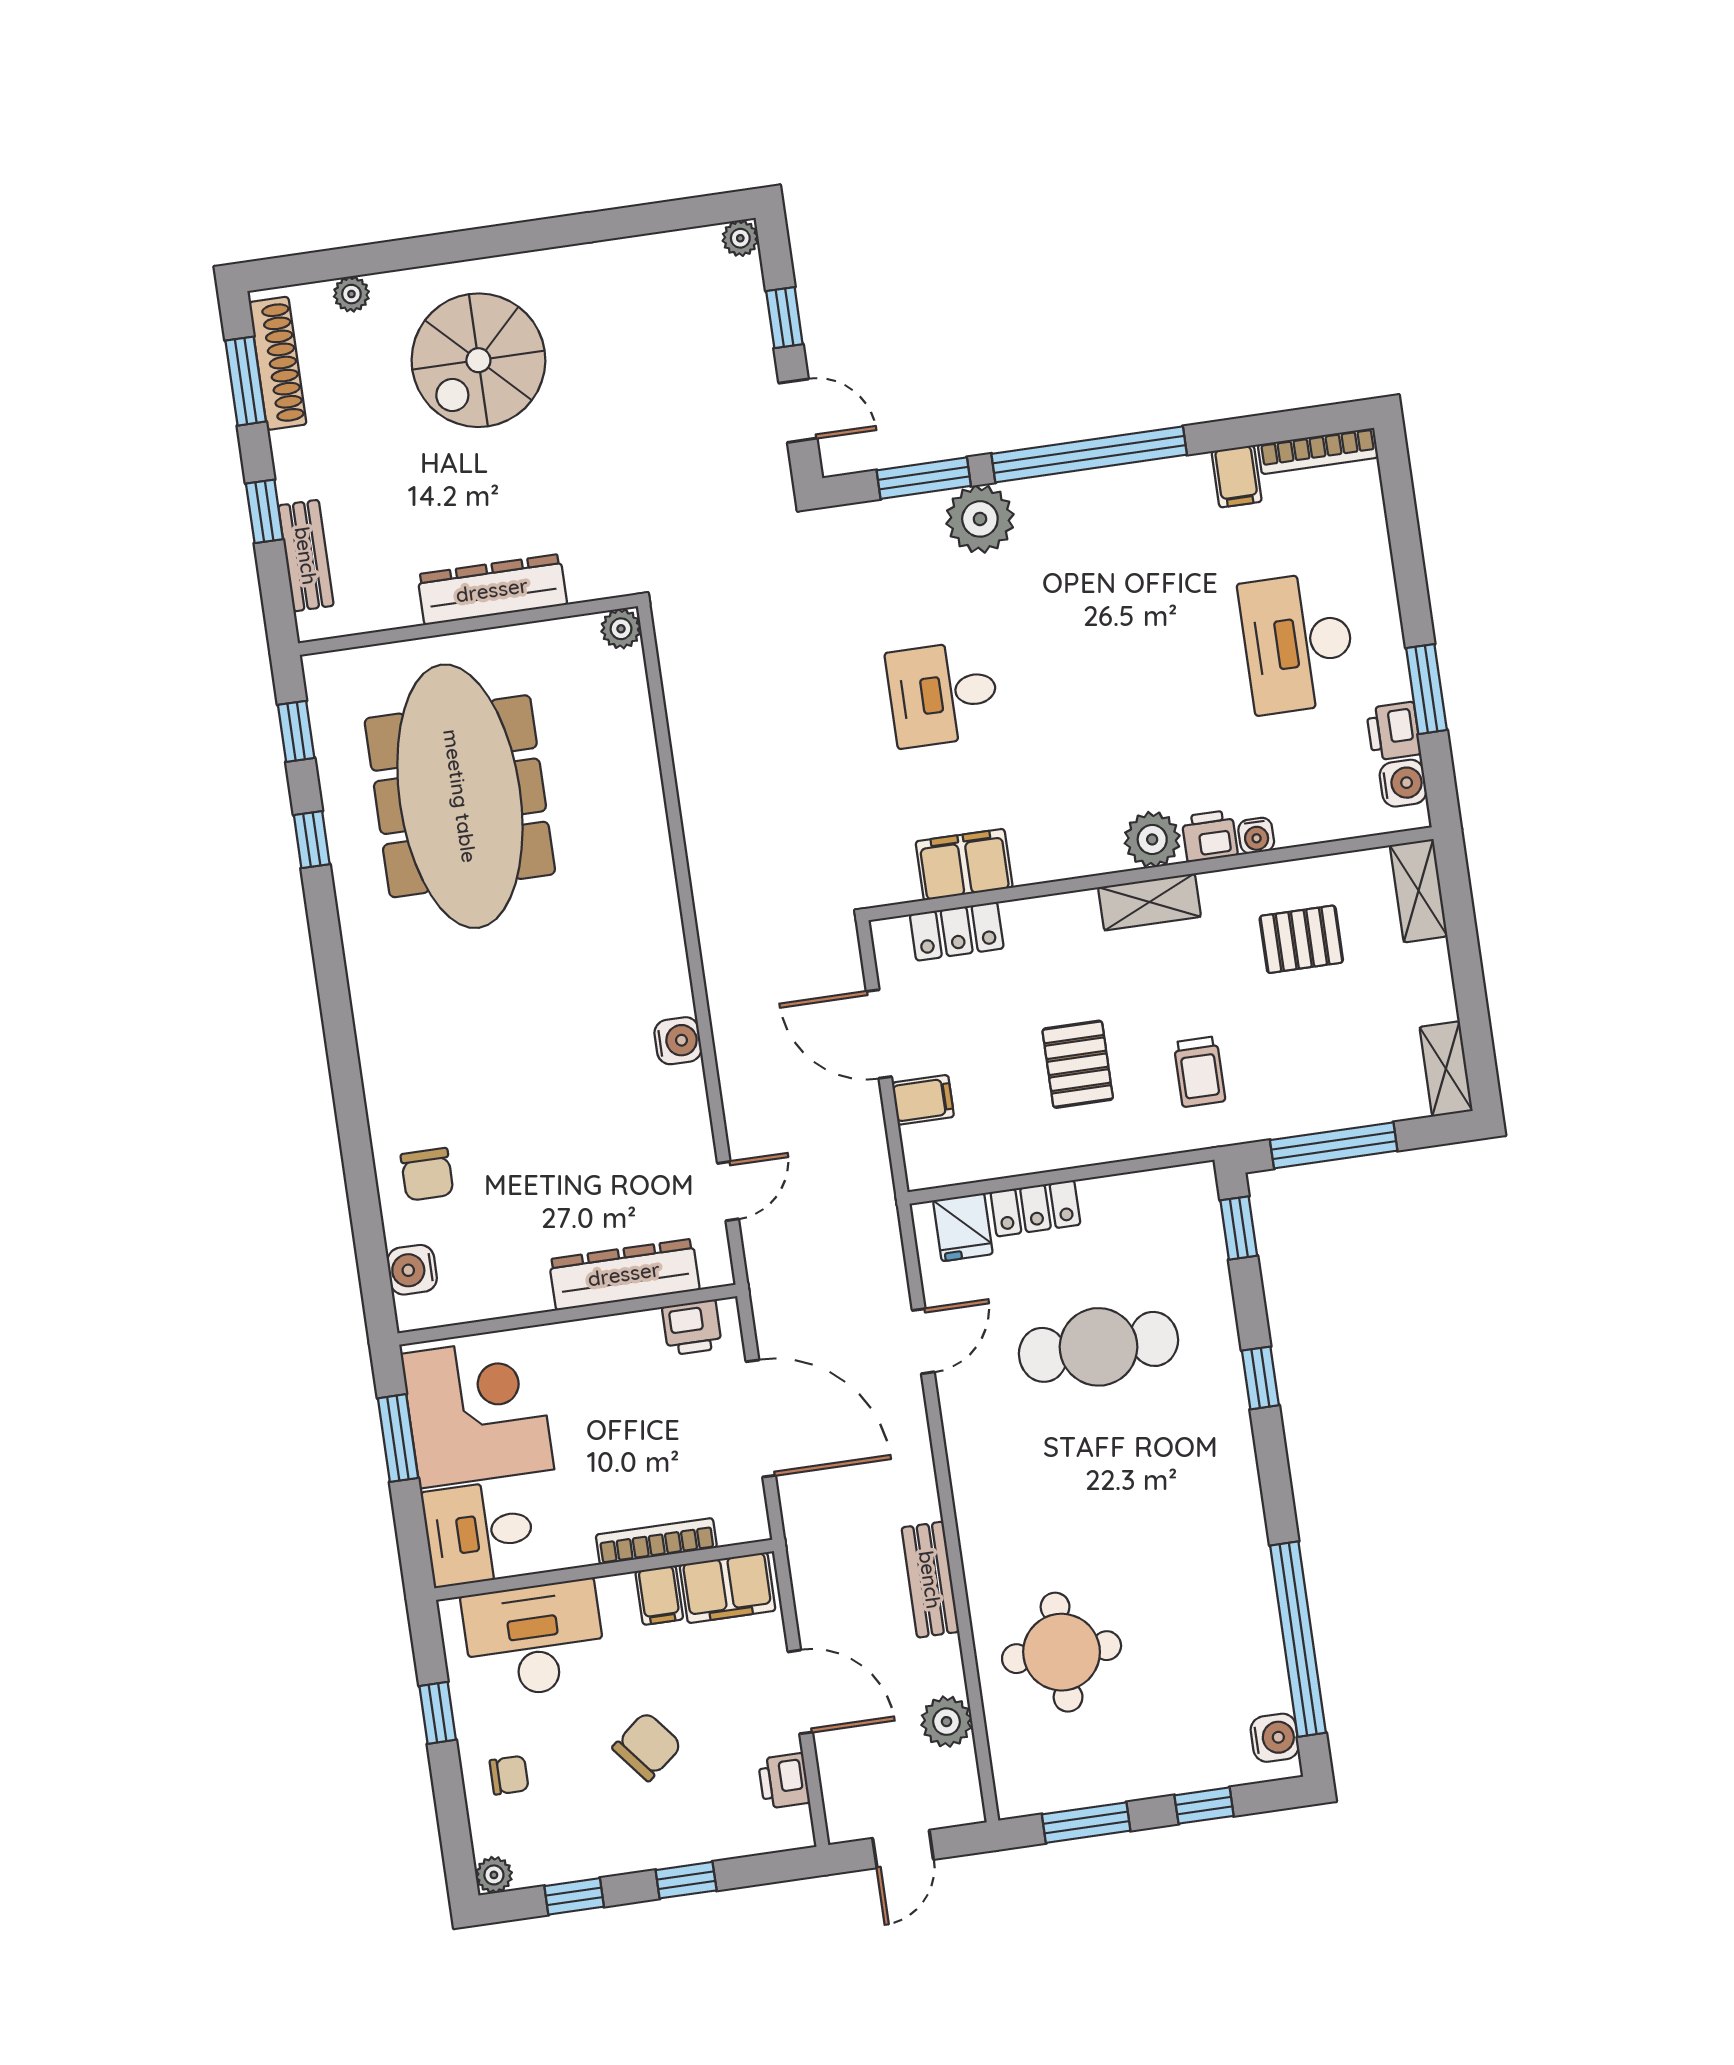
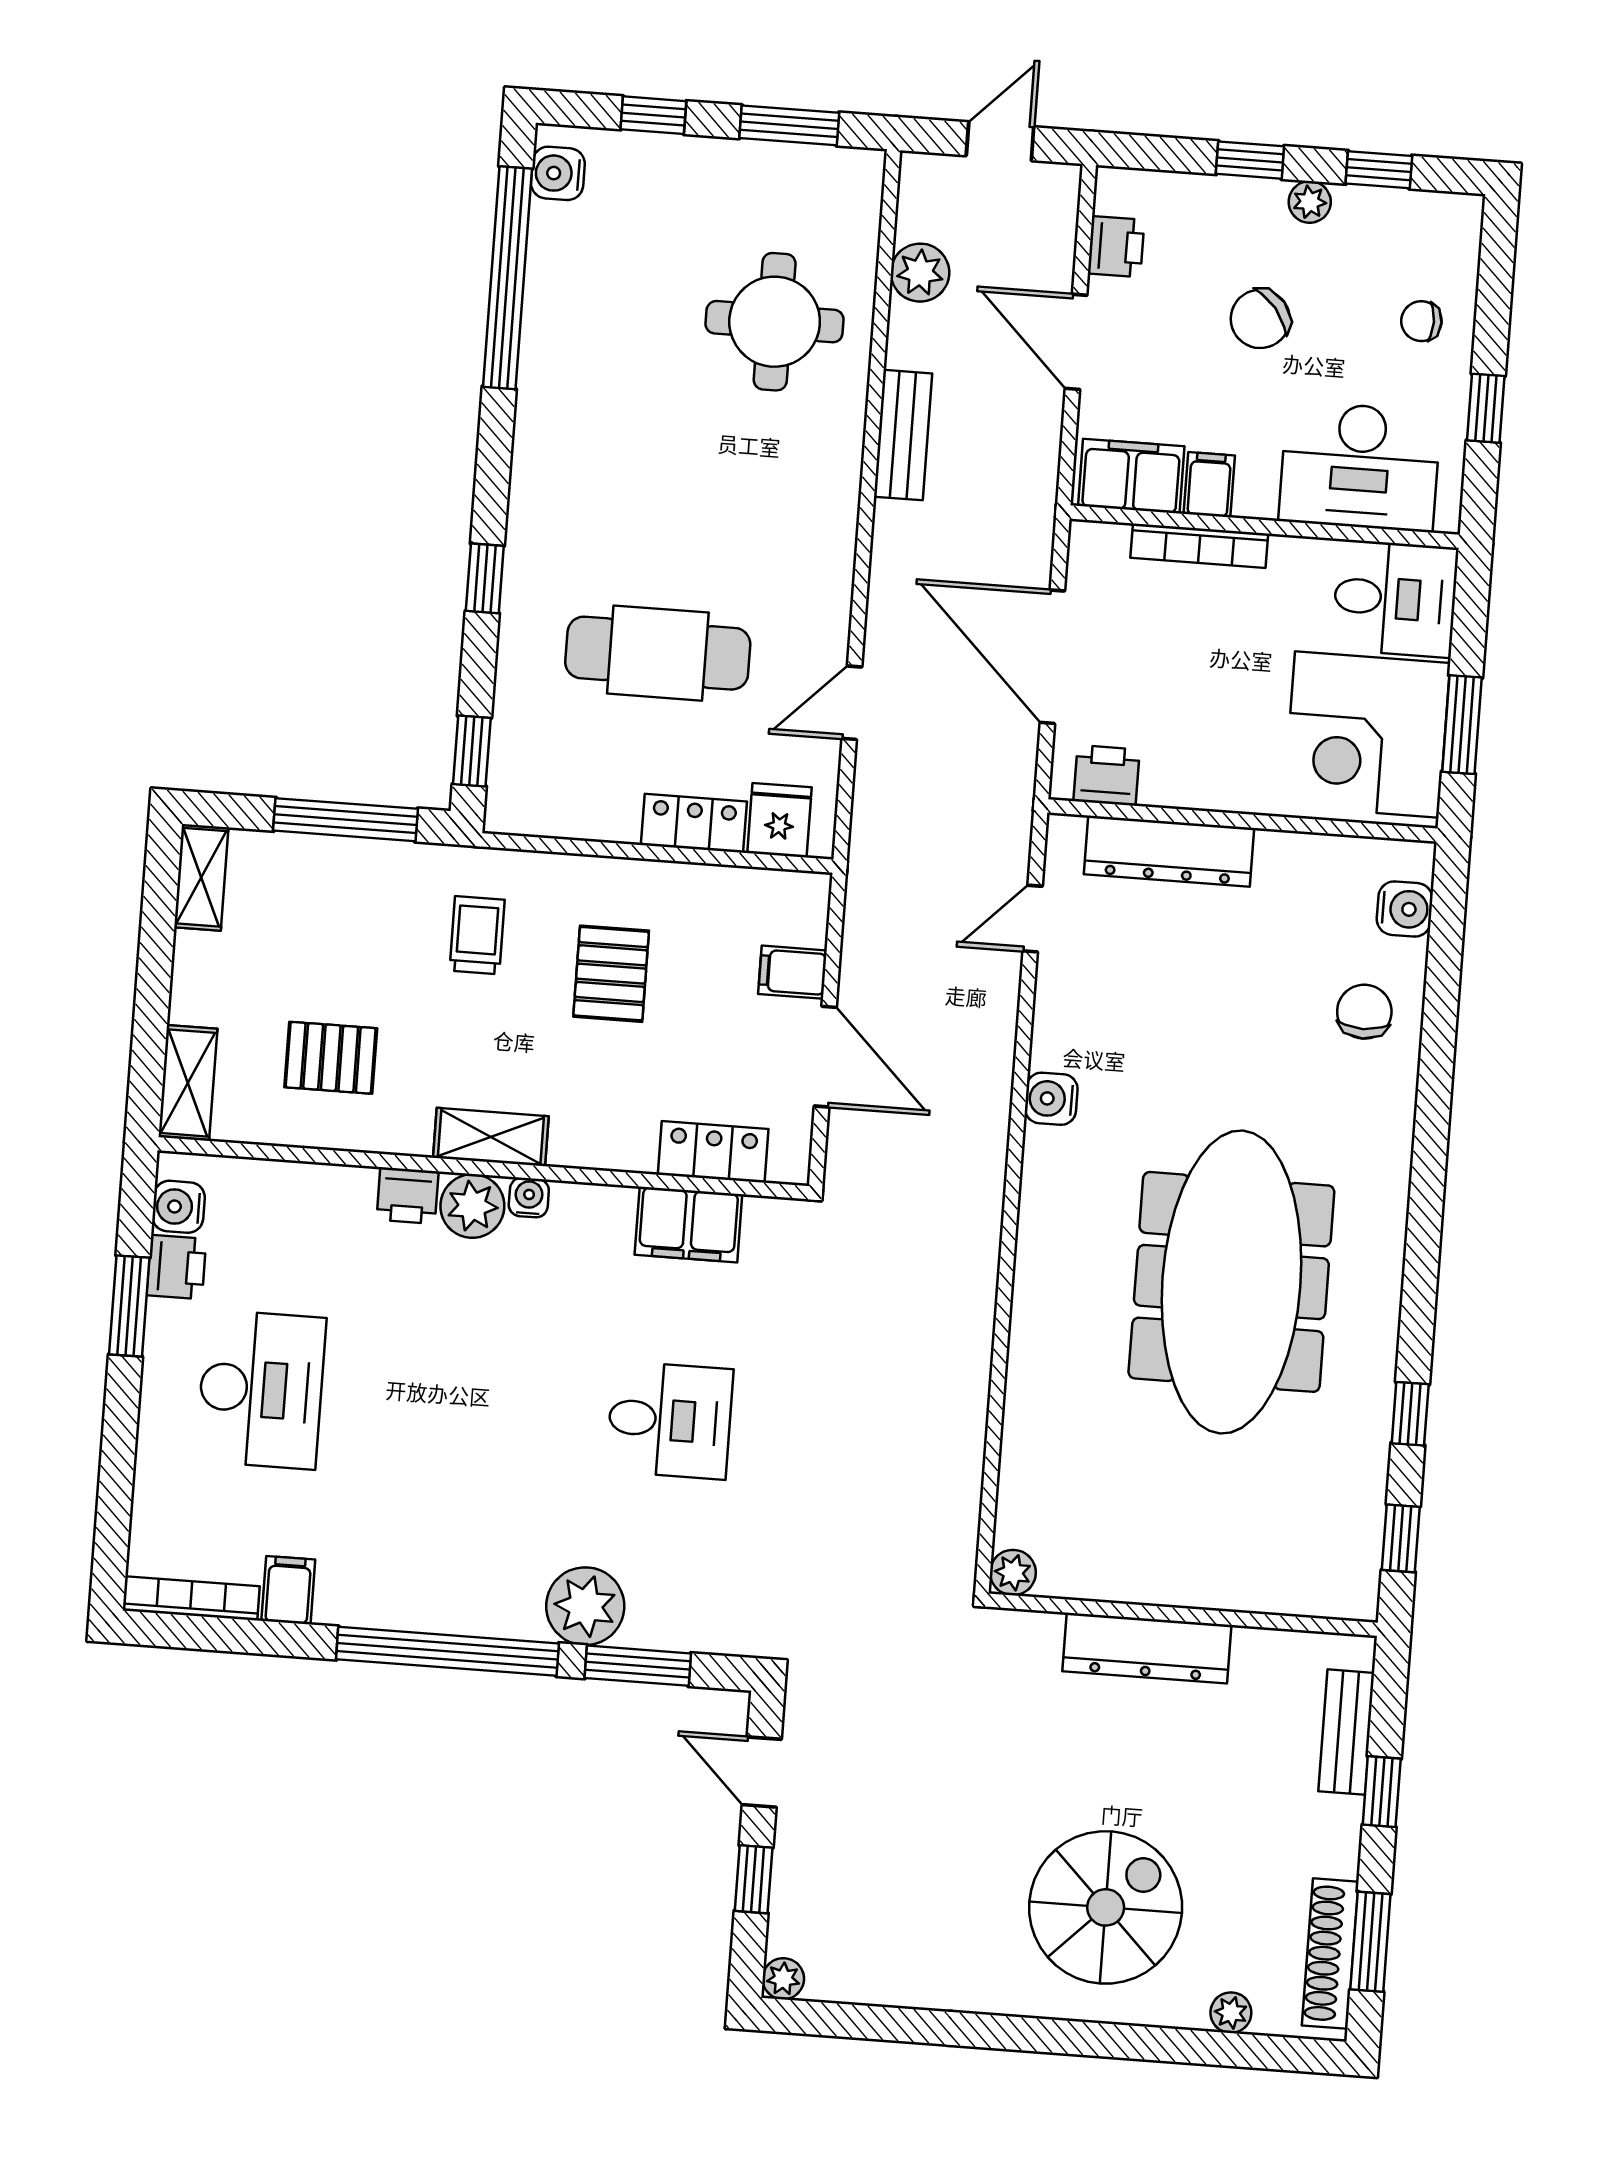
meeting table: (460, 796) -> (1231, 1282), moved
water cooler: (1256, 836) -> (529, 1198), moved
plant: (494, 1875) -> (1310, 202), moved

